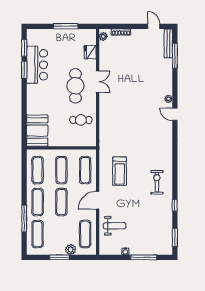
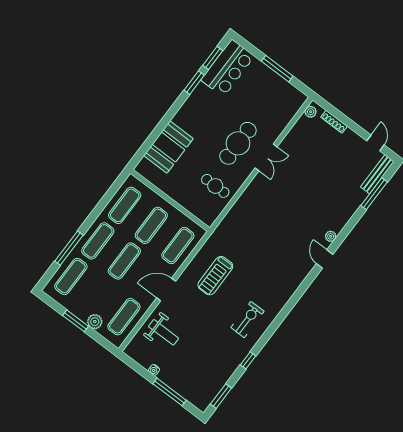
fridge: (90, 52) -> (283, 118), removed
bar counter: (37, 65) -> (228, 68), moved
booth: (37, 131) -> (168, 147), moved

